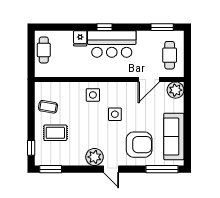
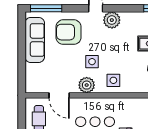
door: (149, 79) -> (59, 95), swing flipped
plant: (175, 90) -> (87, 85), moved

